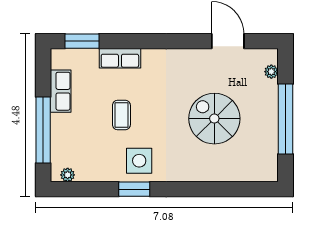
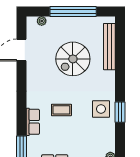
coffee table: (121, 115) -> (61, 110), moved
bench: (233, 173) -> (109, 47), added

